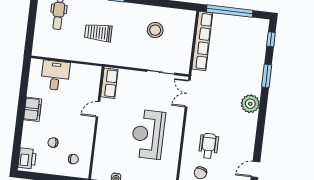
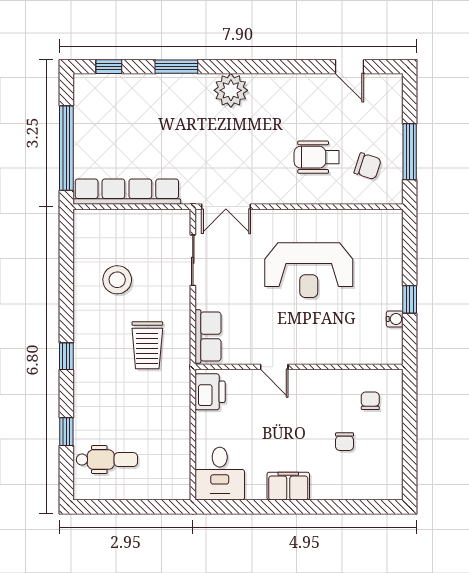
trolley: (98, 33) -> (147, 345), moved
desk: (55, 75) -> (220, 474), moved, turned -90
row of seats: (109, 83) -> (208, 336), moved, turned 90
printer: (27, 158) -> (210, 392), moved, turned 90

